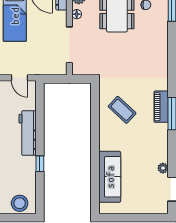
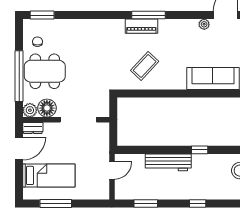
floor lamp: (77, 14) -> (47, 108), width x1.89, depth x1.89

